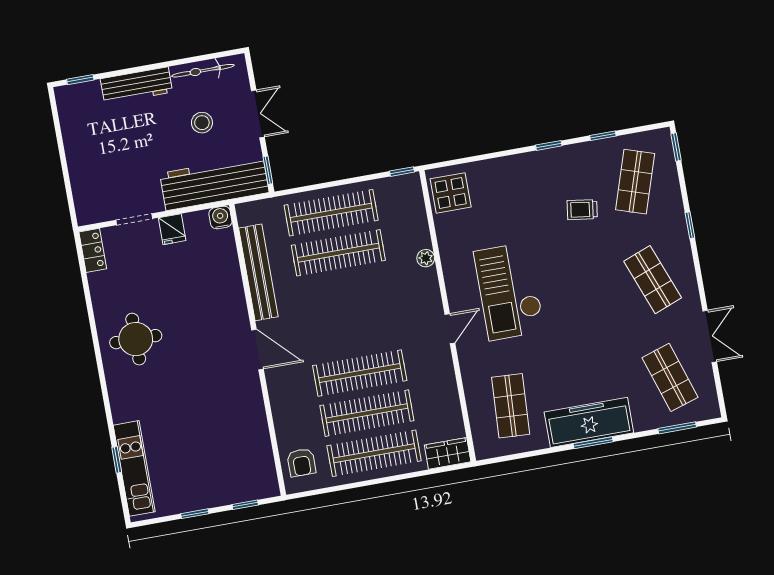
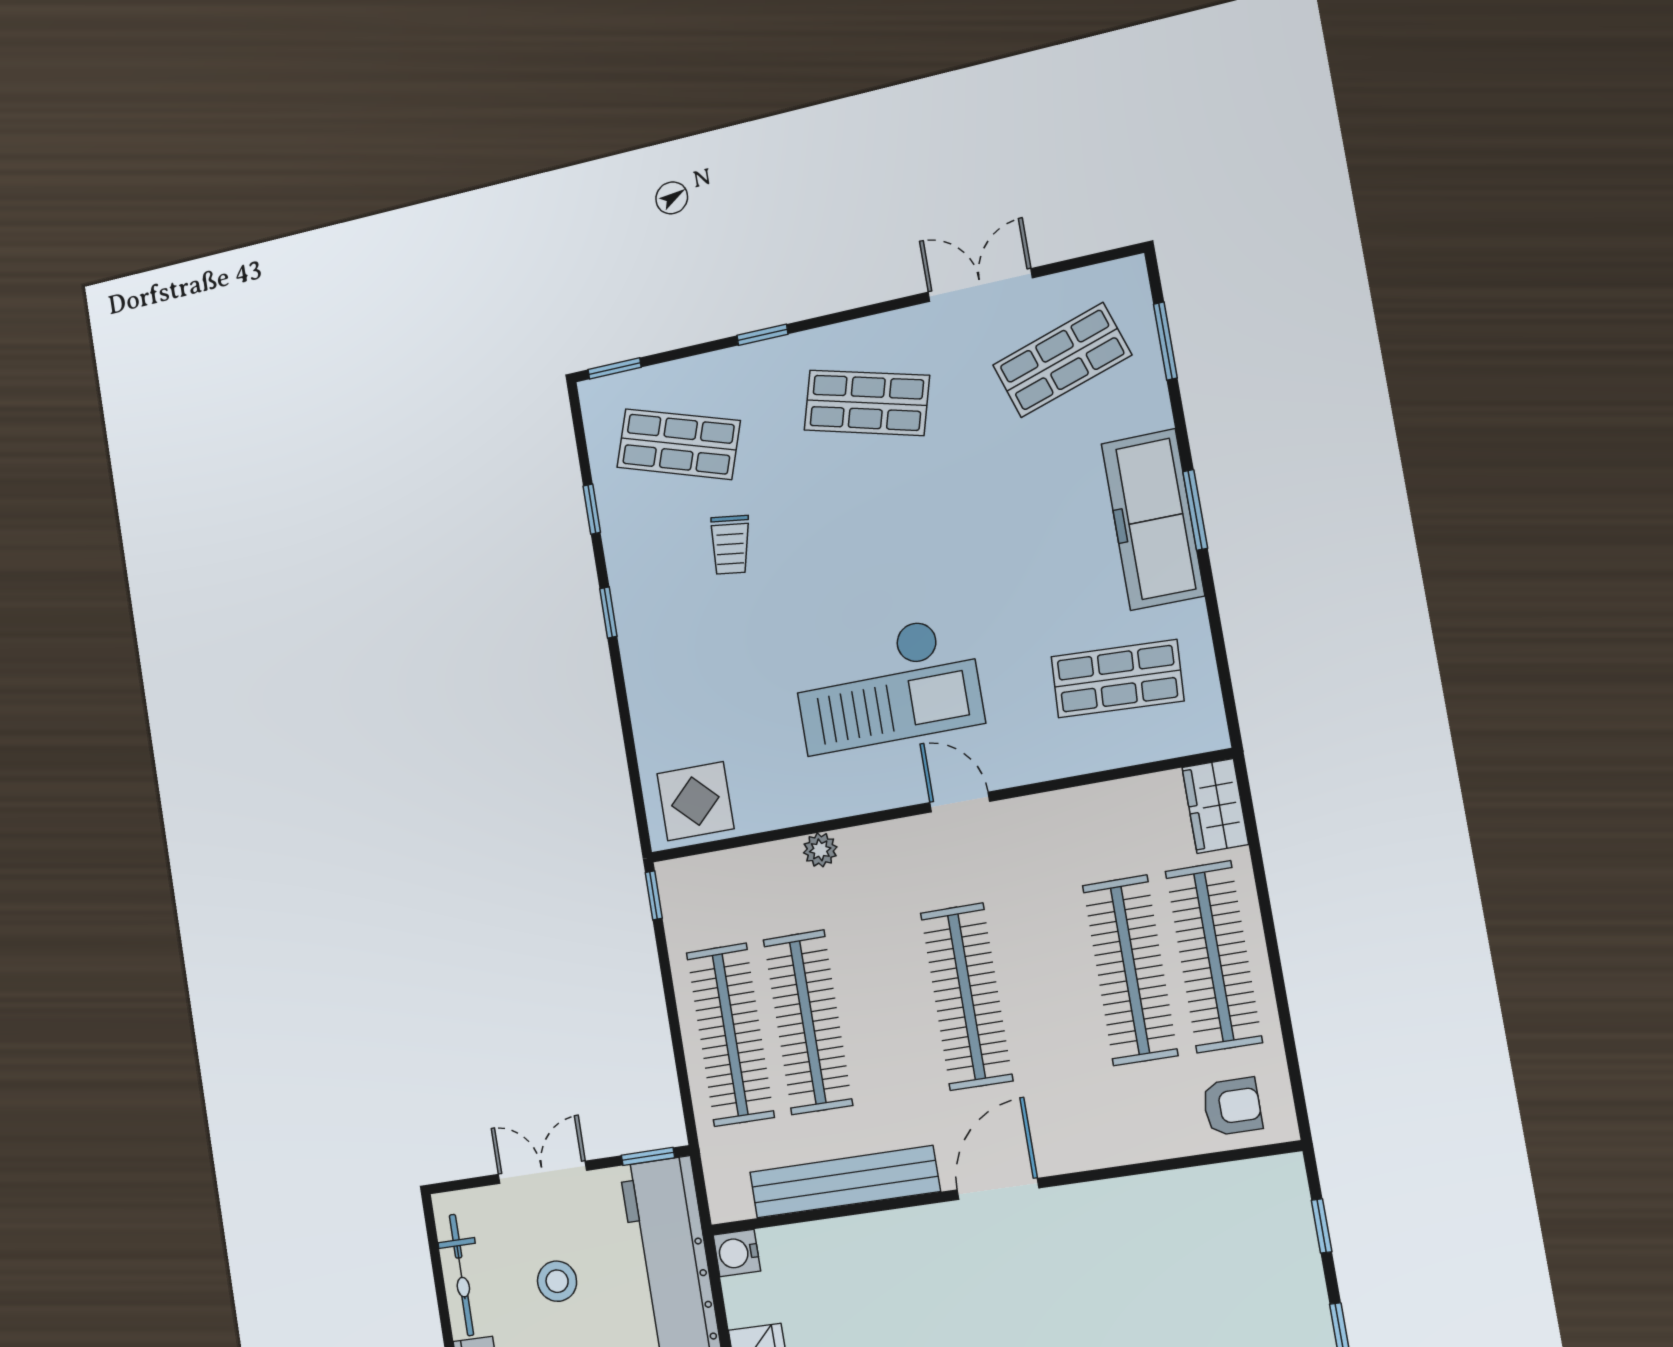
shop shelf: (653, 280) -> (867, 403), turned 36
clothes rail: (360, 373) -> (967, 997), moved

